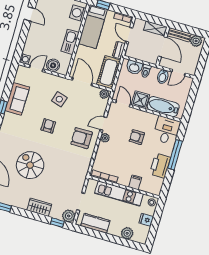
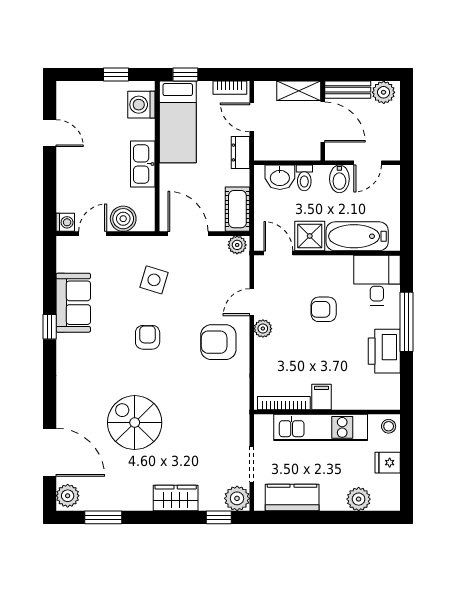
cot: (109, 72) -> (237, 209), width x0.73, depth x0.75
filing cabinet: (135, 182) -> (321, 397), moved

